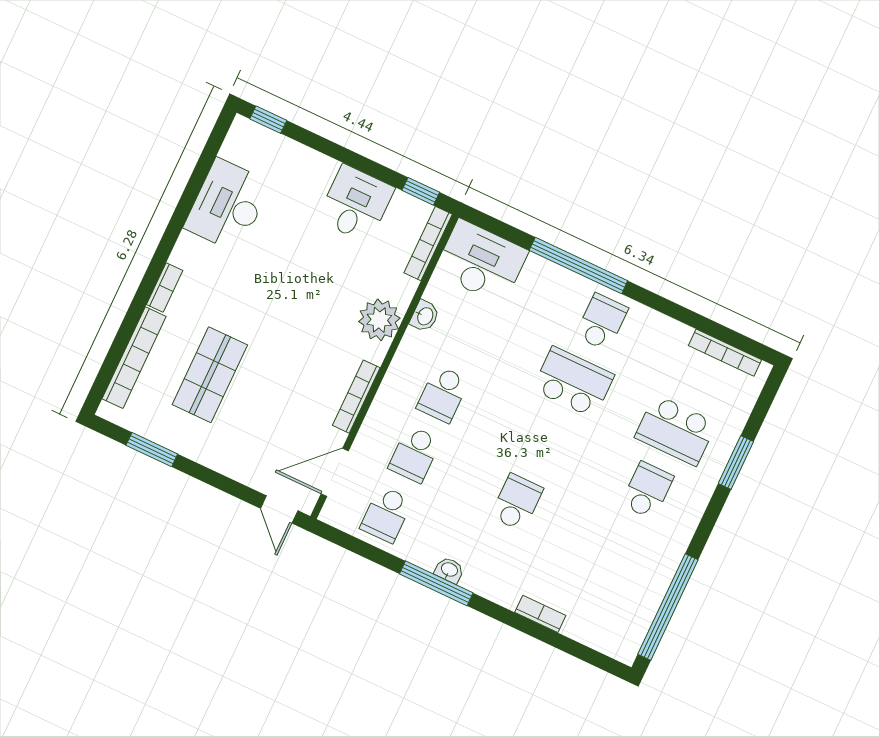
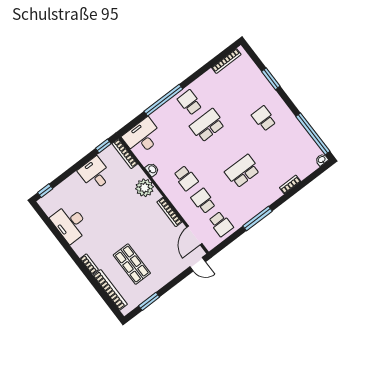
school desk: (676, 430) -> (246, 96), removed
school desk: (415, 454) -> (203, 201), turned 180
school desk: (517, 502) -> (242, 171), width x1.85
washbasin: (449, 570) -> (322, 160), moved

